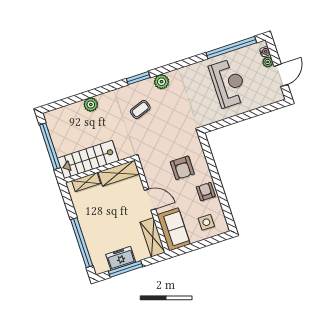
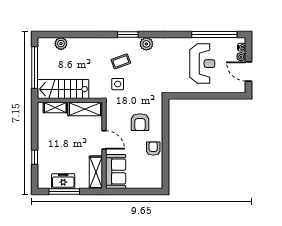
door: (281, 75) -> (249, 72), swing flipped
plant: (91, 105) -> (61, 44), moved
side table: (206, 222) -> (118, 84), moved
window: (82, 243) -> (35, 157), width x0.32

